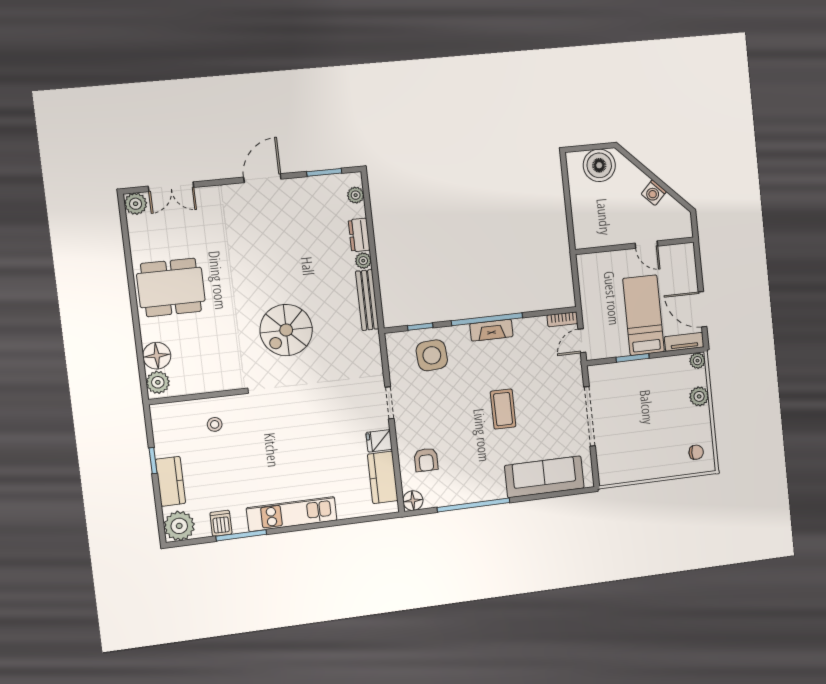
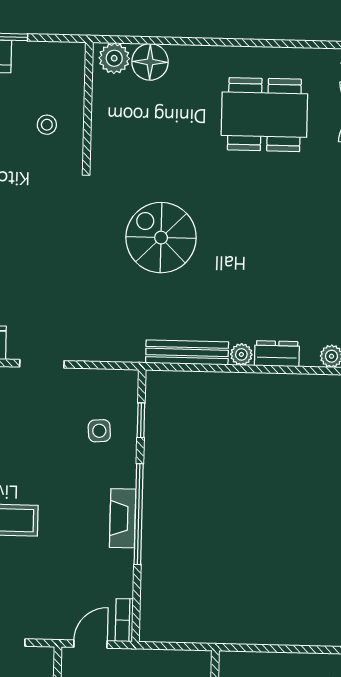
dining table: (171, 287) -> (264, 115), moved, turned 90
door: (582, 341) -> (90, 644), hinge flipped
side table: (432, 355) -> (99, 431), width x0.54, depth x0.54

